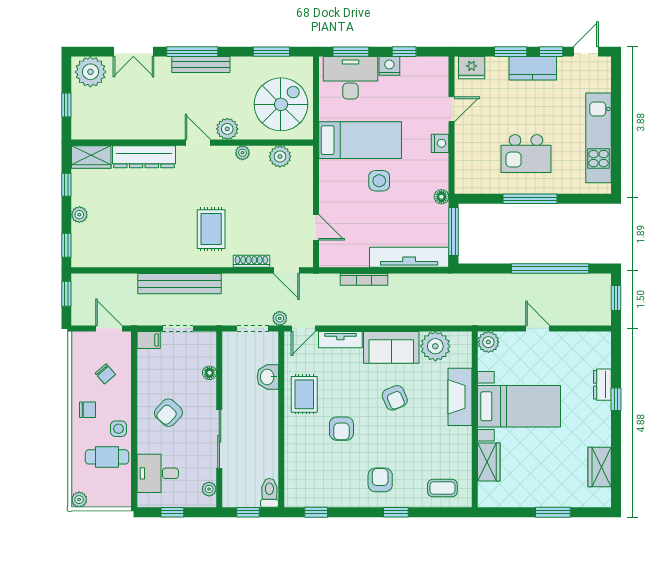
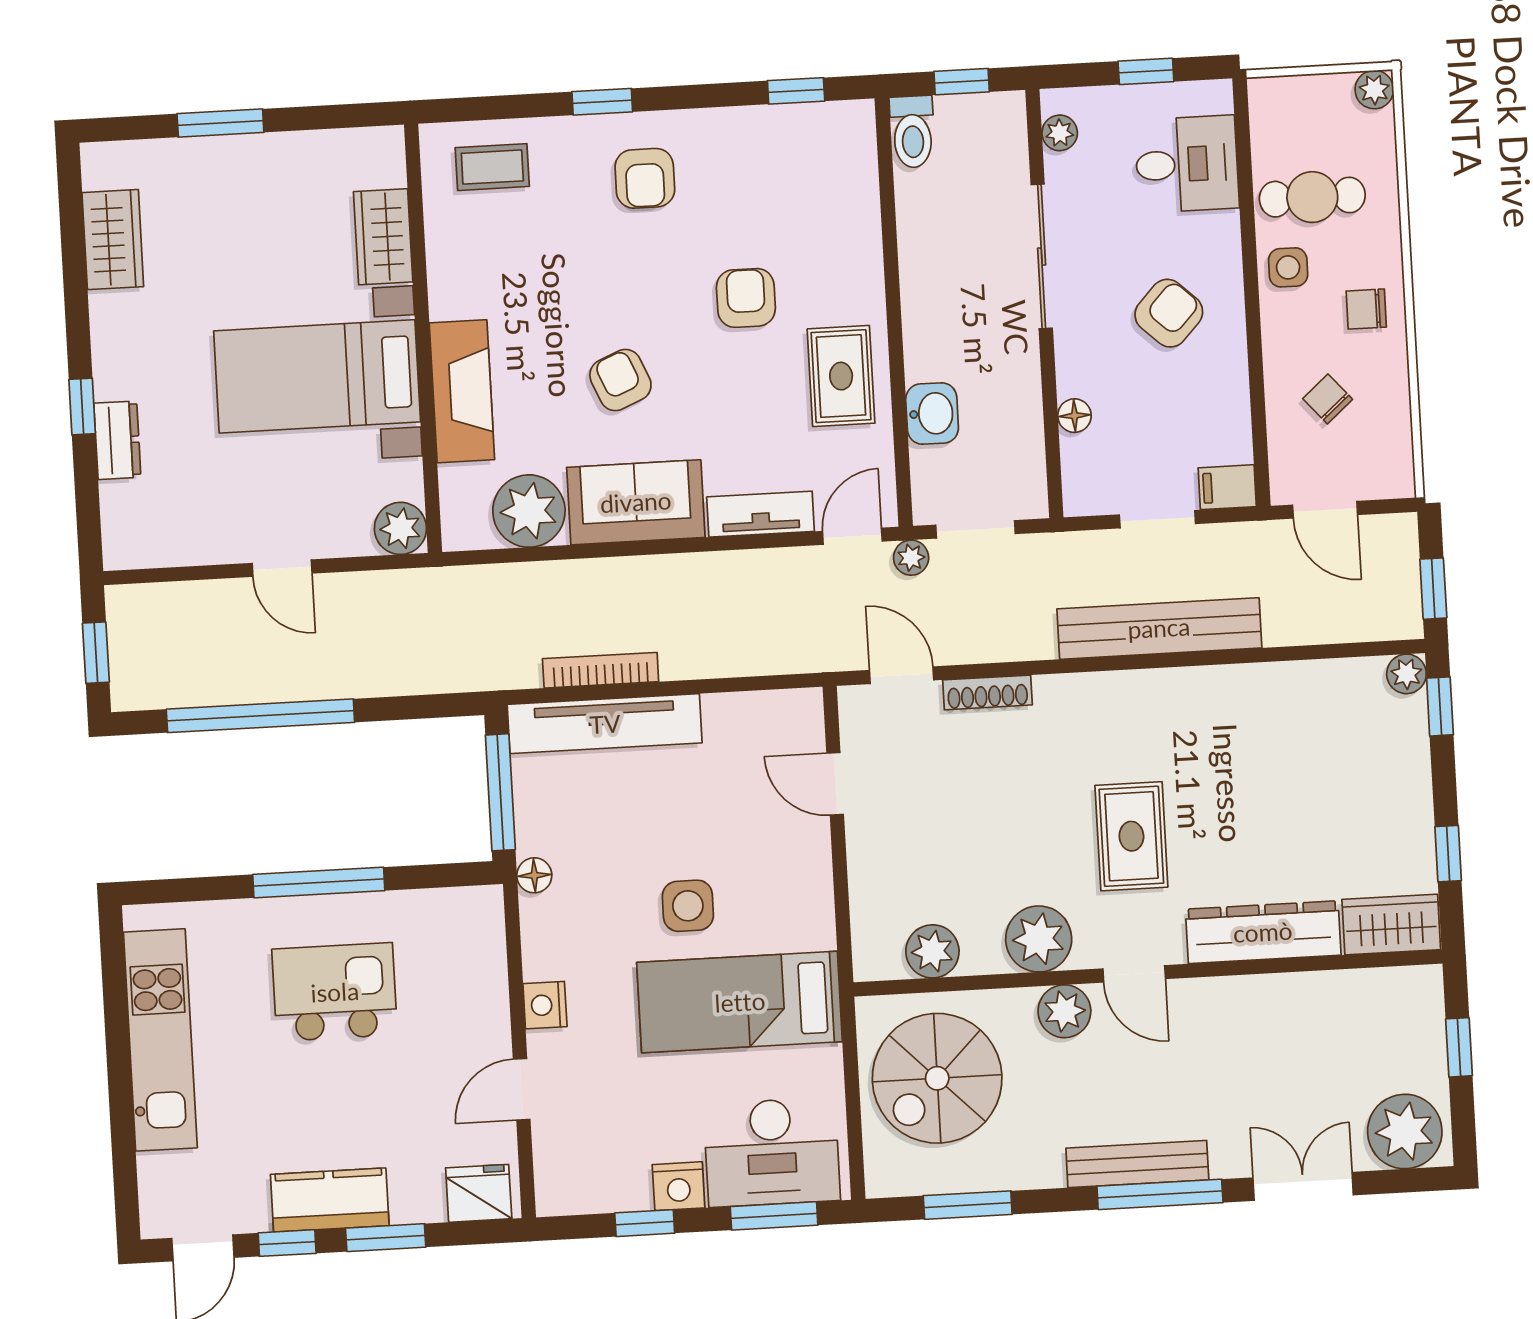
plant: (242, 153) -> (1039, 939), width x1.88, depth x1.88
plant: (79, 215) -> (1406, 674), moved
rug: (211, 229) -> (1131, 836), moved
bookcase: (364, 279) -> (601, 670), moved

